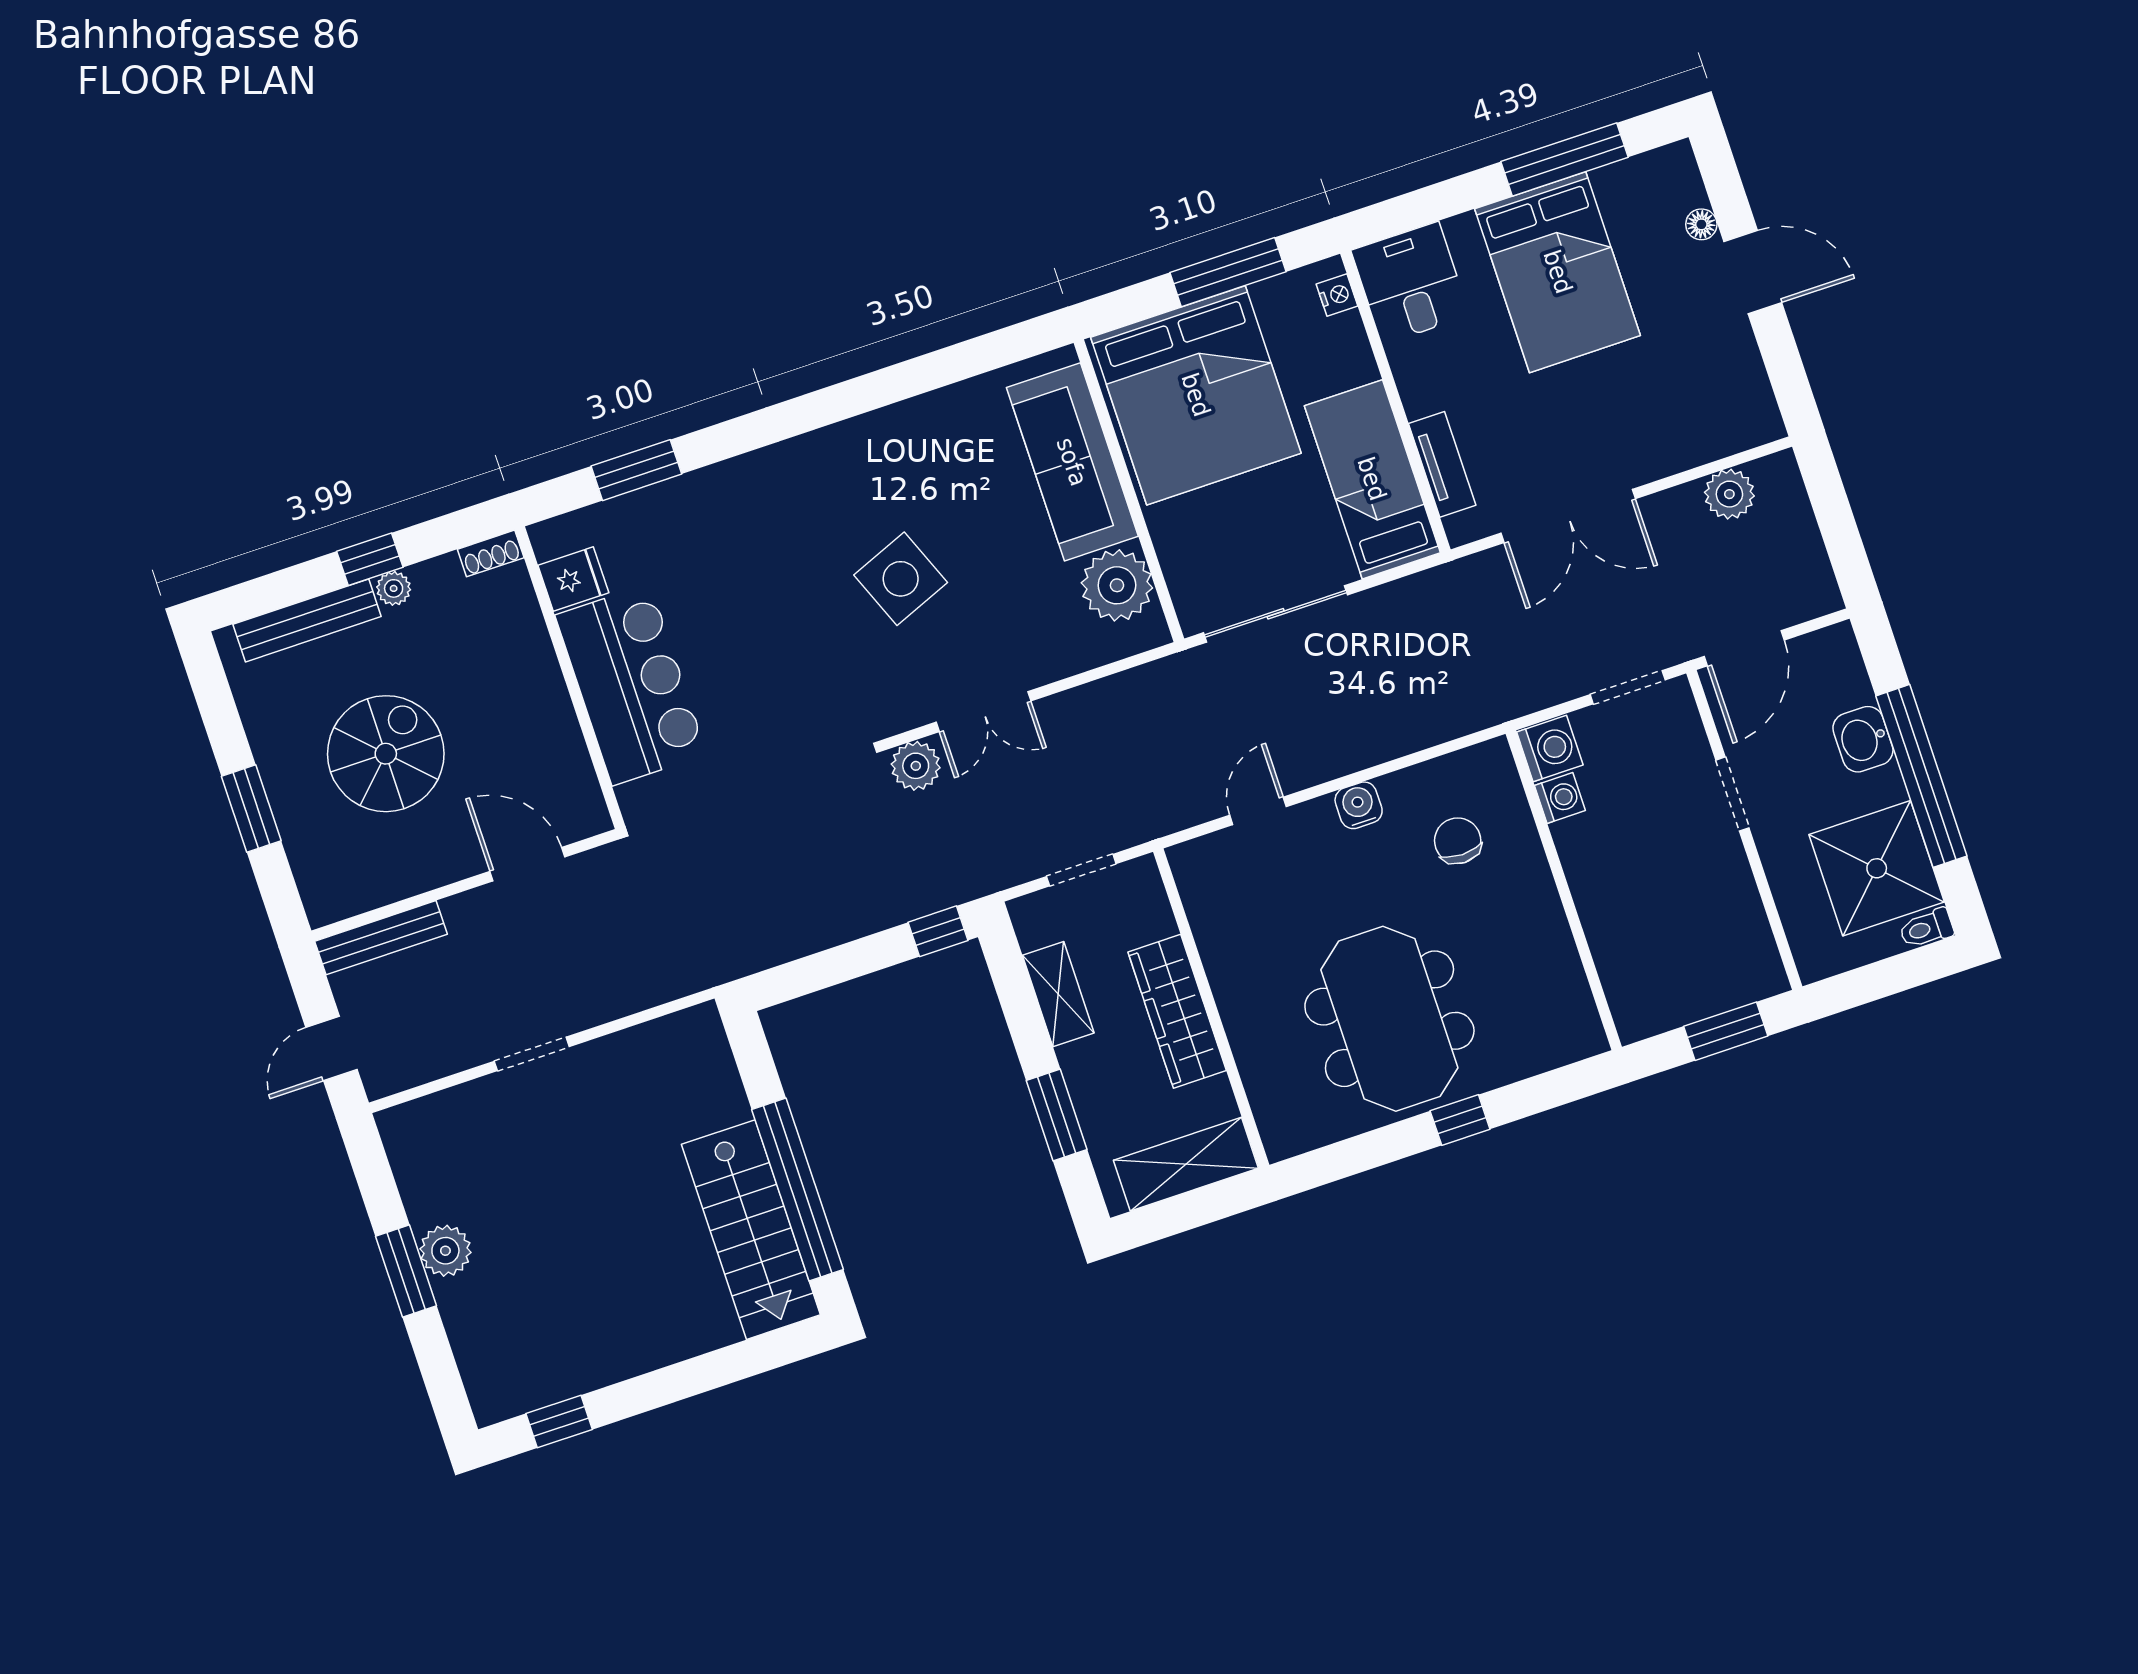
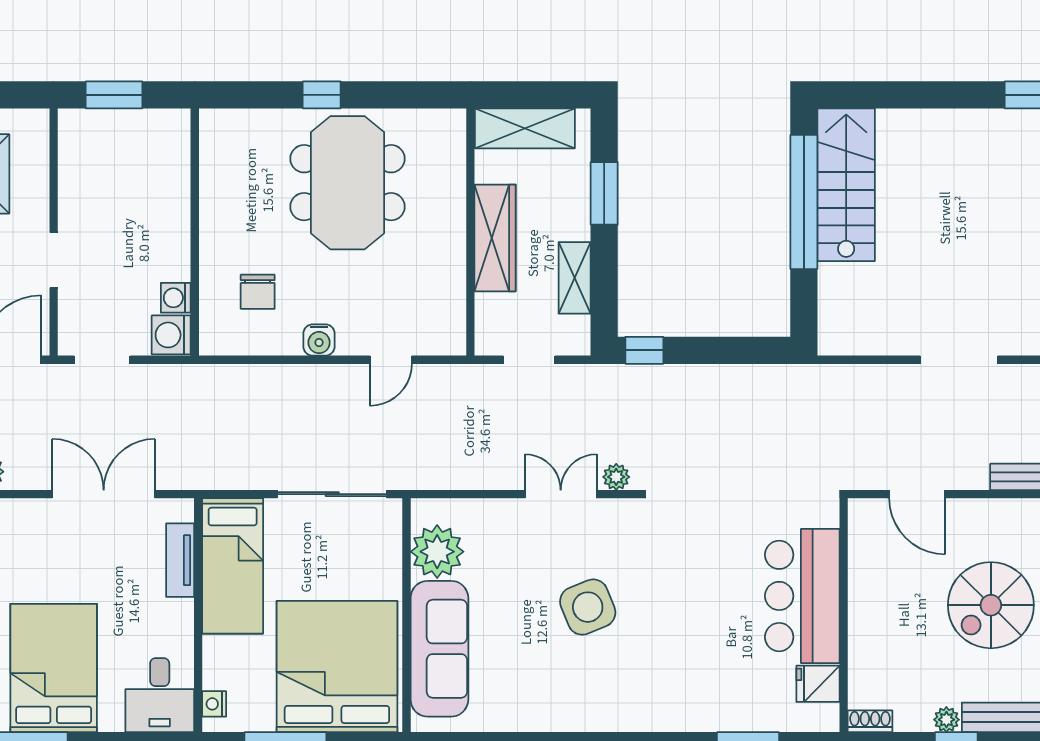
plant: (916, 766) -> (616, 477), width x0.73, depth x0.73
doorway: (532, 1054) -> (959, 360), width x1.38

